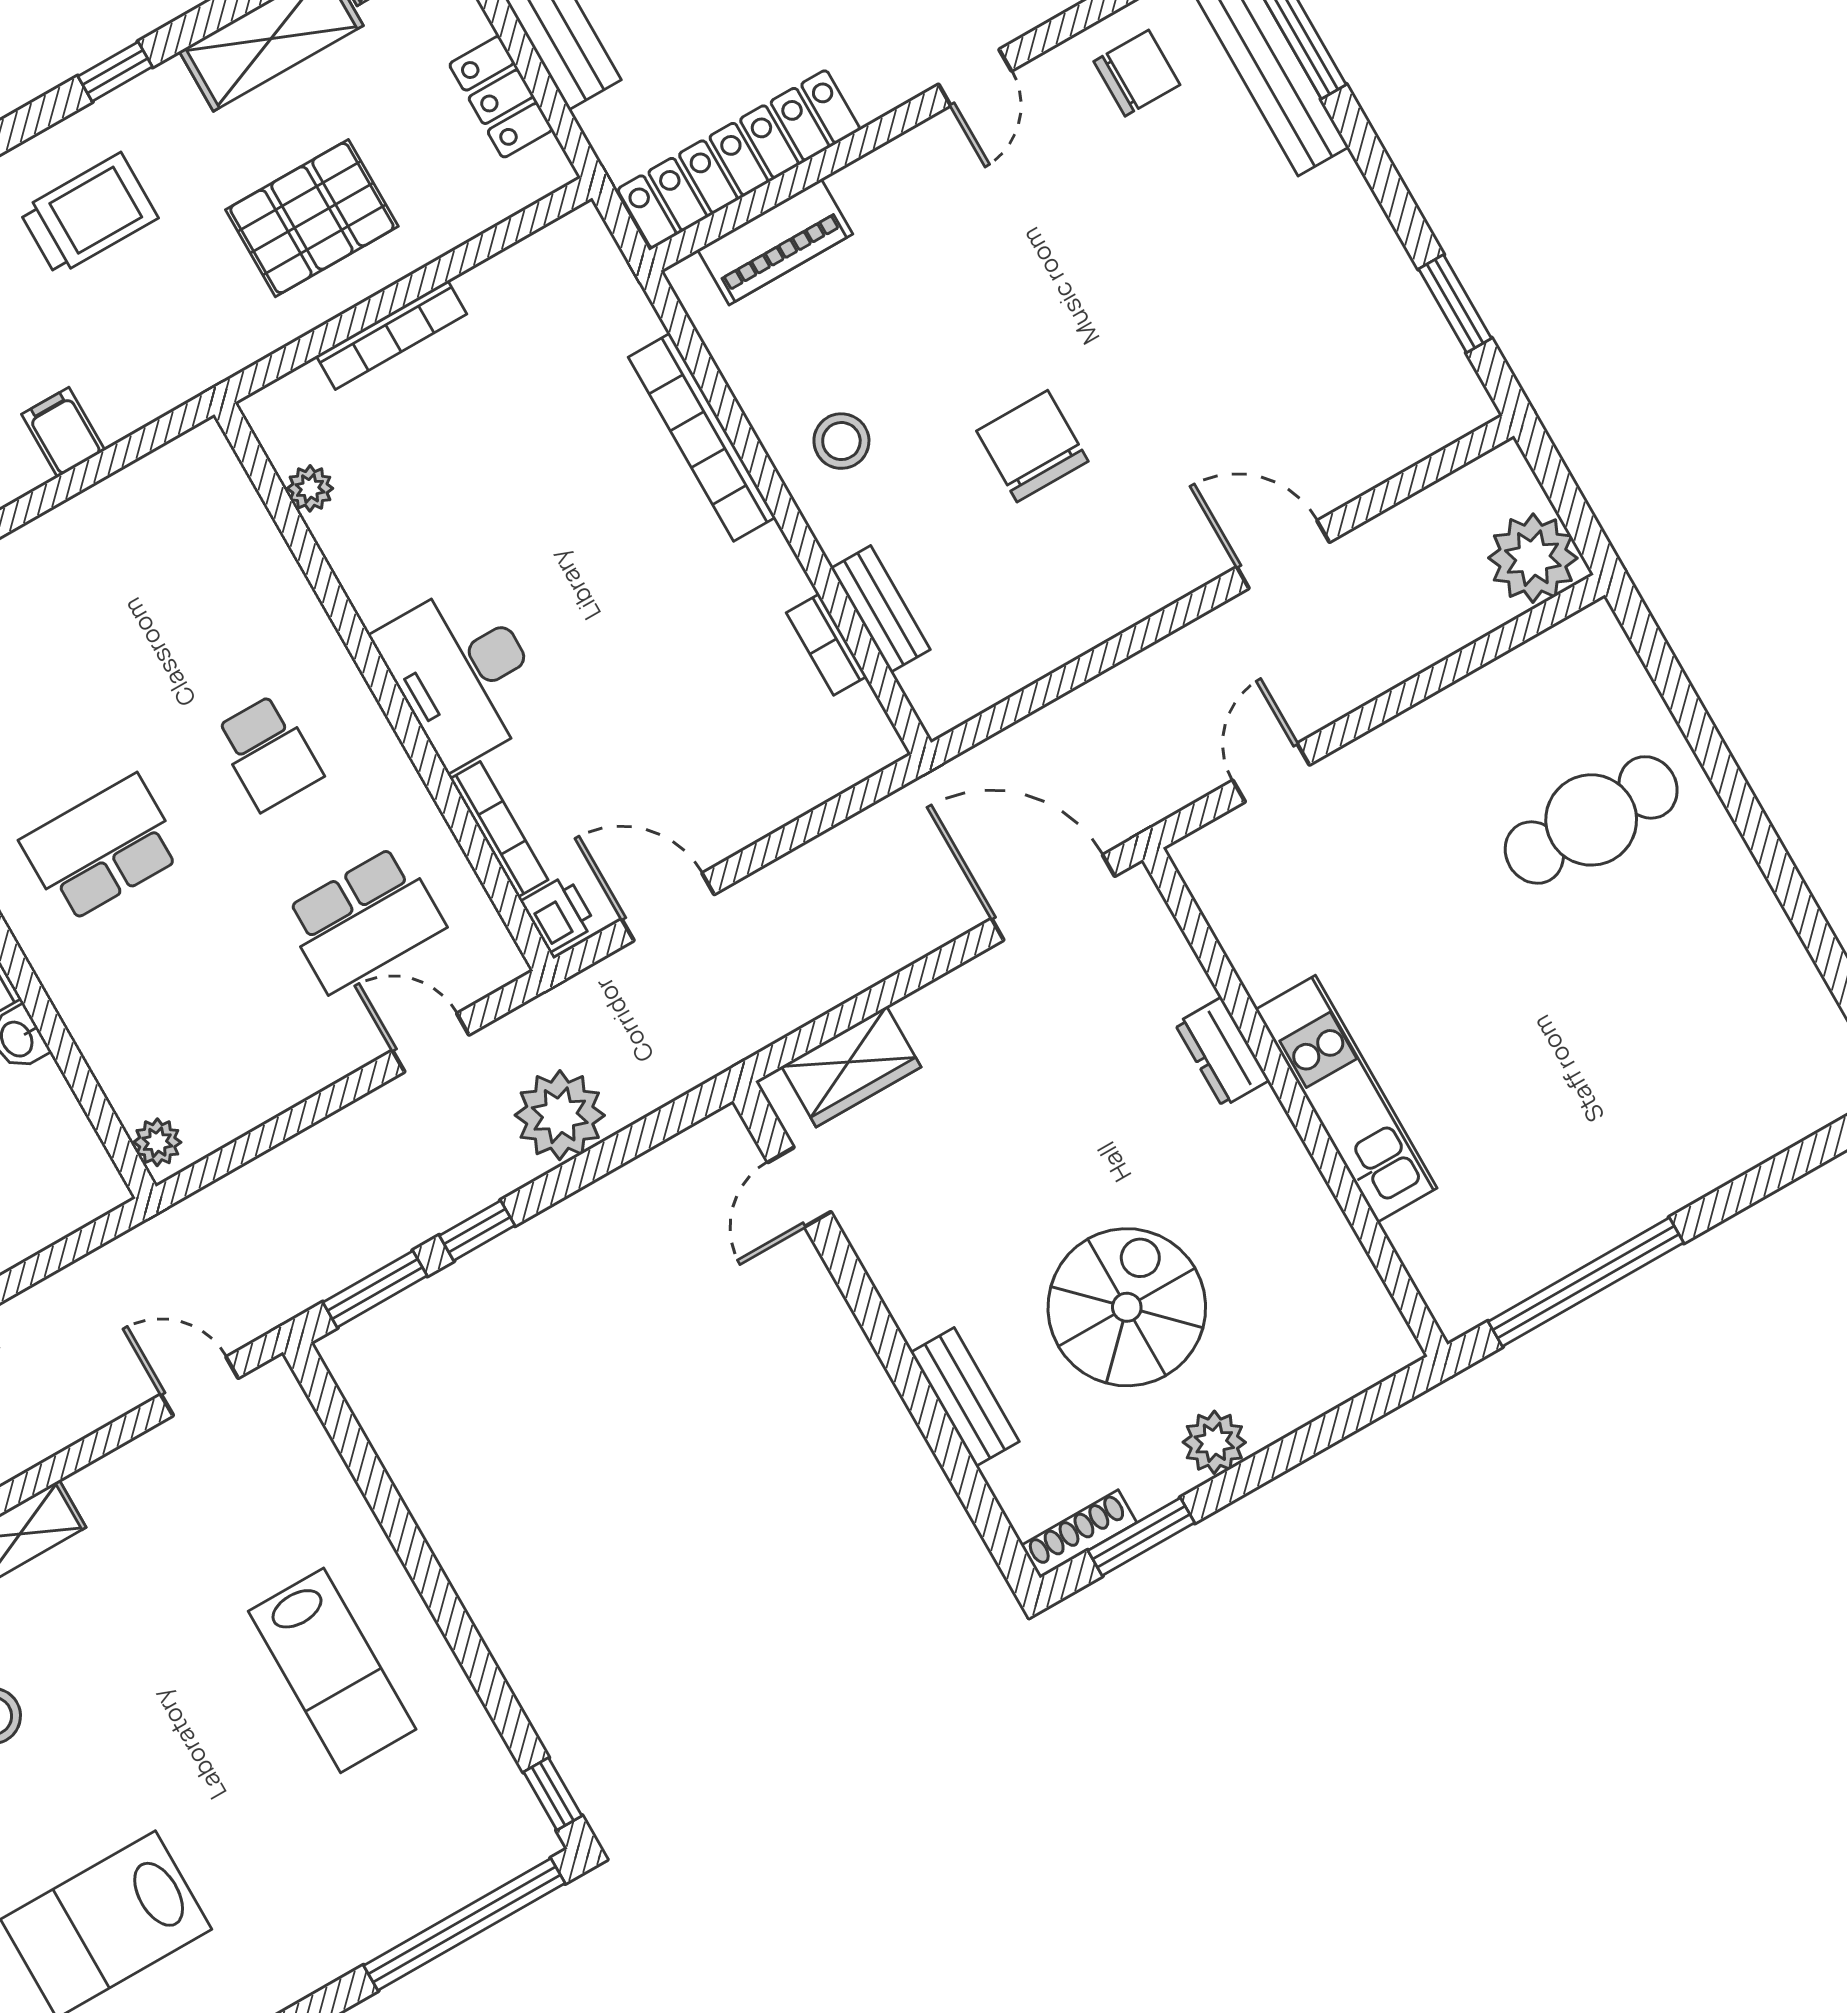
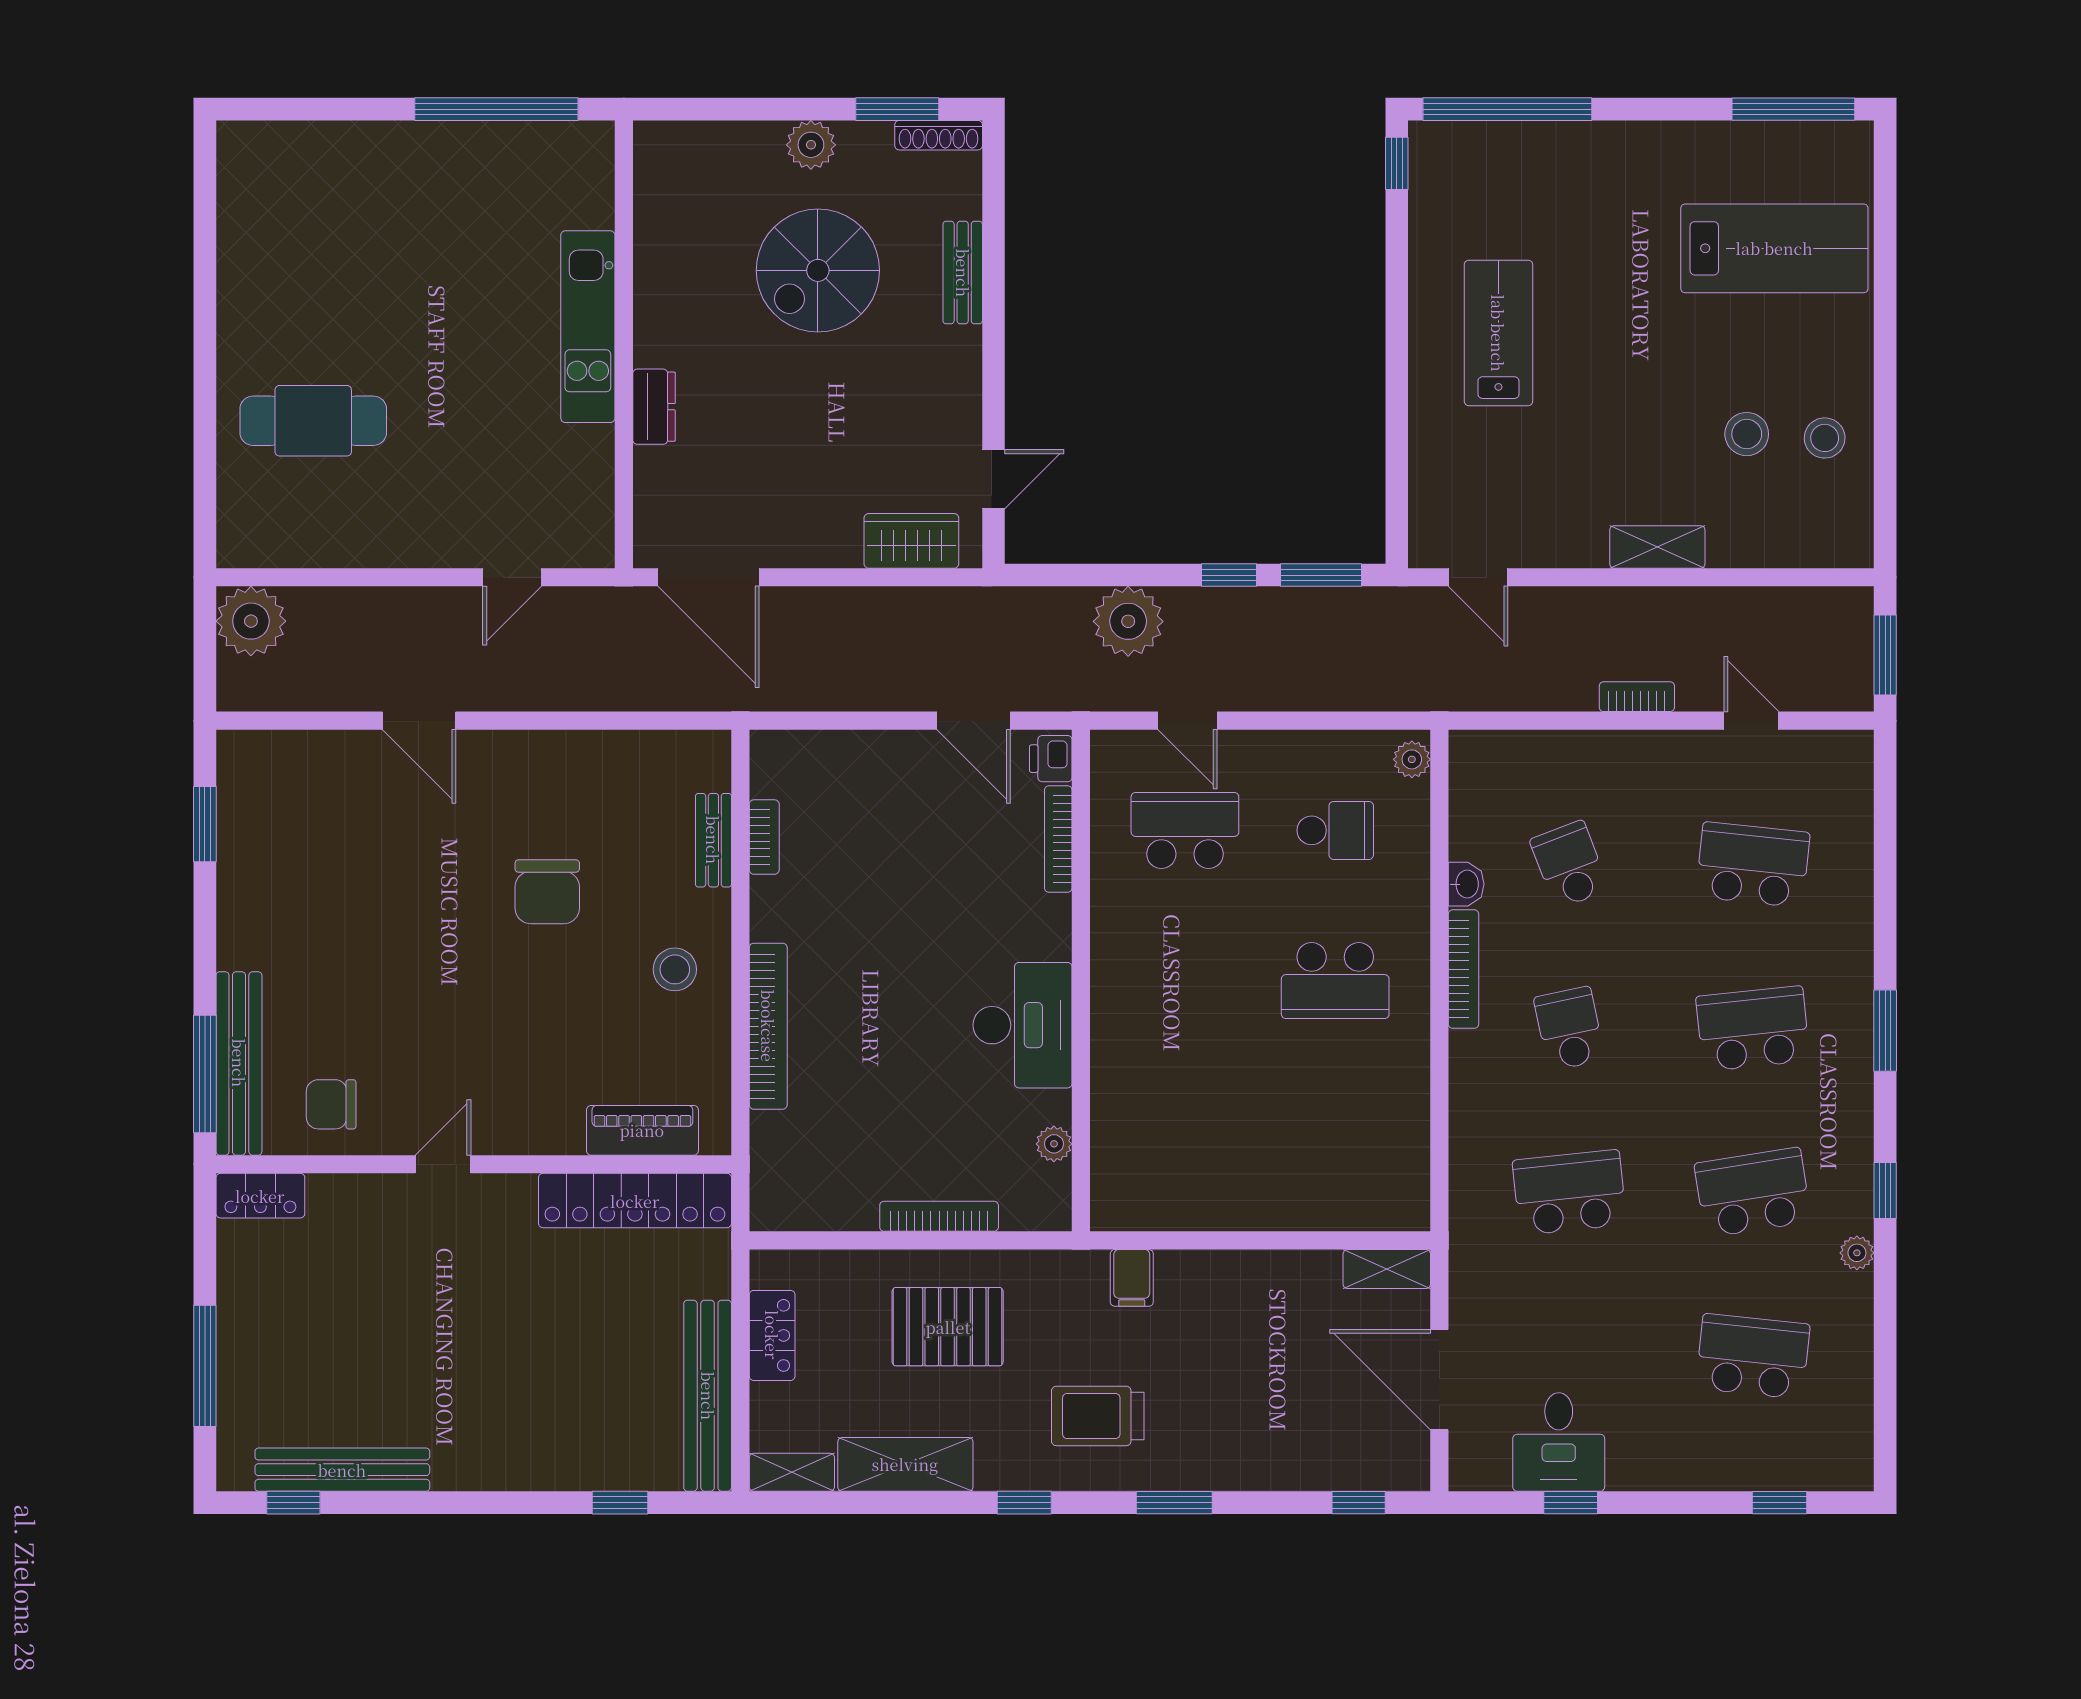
filing cabinet: (63, 432) -> (1132, 1278), moved
desk: (462, 674) -> (1023, 1025), moved
school desk: (268, 753) -> (1335, 830), moved, turned 90

